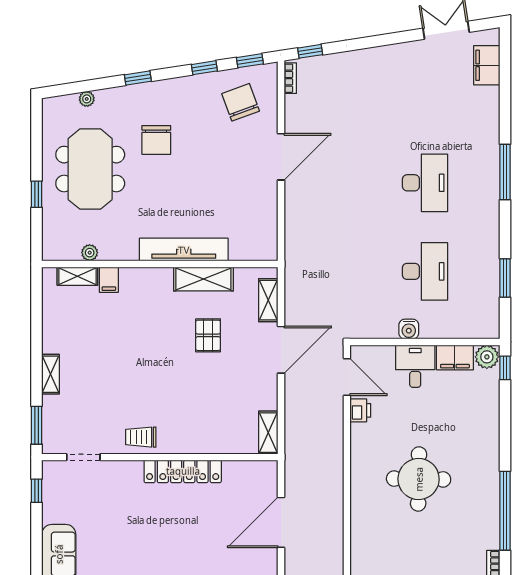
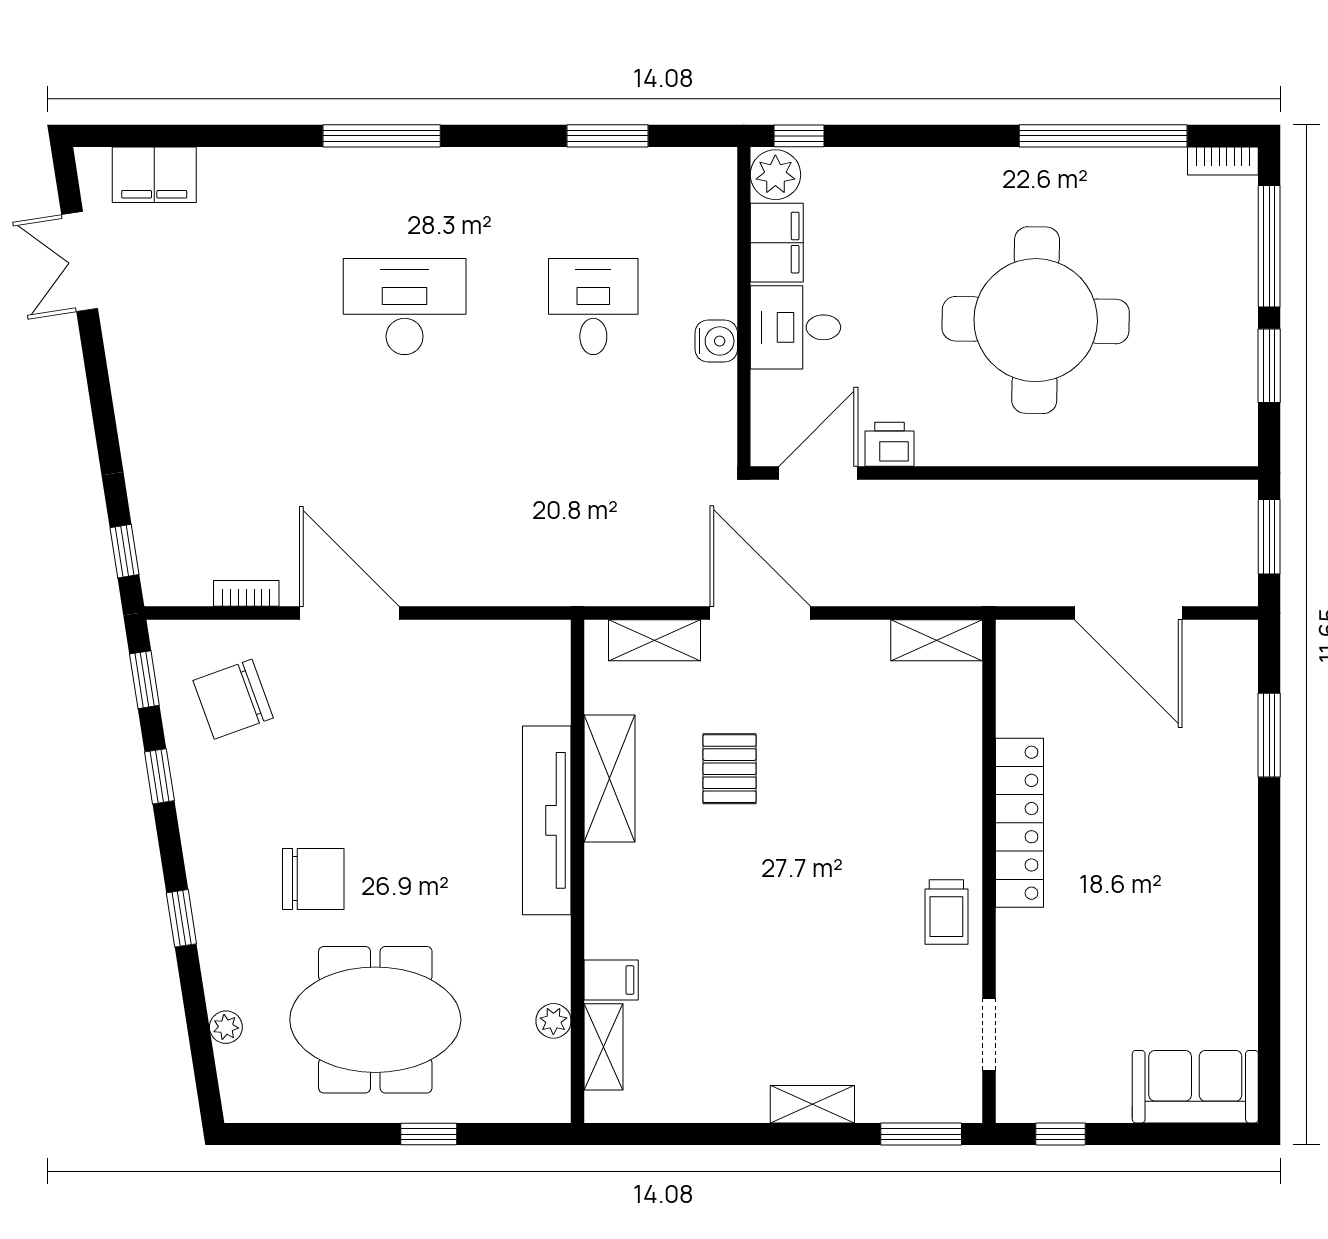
bookcase: (290, 78) -> (246, 593), moved
desk: (425, 271) -> (593, 307), width x0.73
pallet: (208, 335) -> (730, 769), turned 90
round table: (419, 479) -> (1036, 320), width x1.36, depth x1.36

